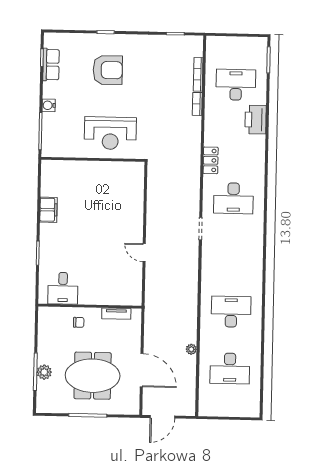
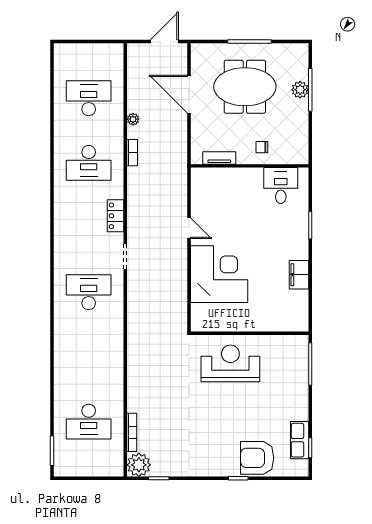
plant: (193, 46) -> (139, 465), added
armchair: (108, 70) -> (257, 458), moved
bookcase: (197, 104) -> (132, 153), moved
water cooler: (49, 105) -> (301, 394), removed
printer: (256, 120) -> (65, 382), removed
locker: (211, 160) -> (116, 216), moved
corner desk: (119, 212) -> (219, 274), added

